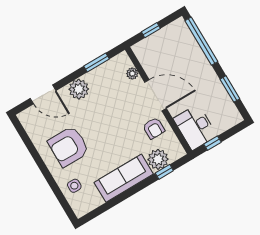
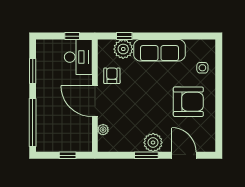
window: (96, 63) -> (146, 155), moved

